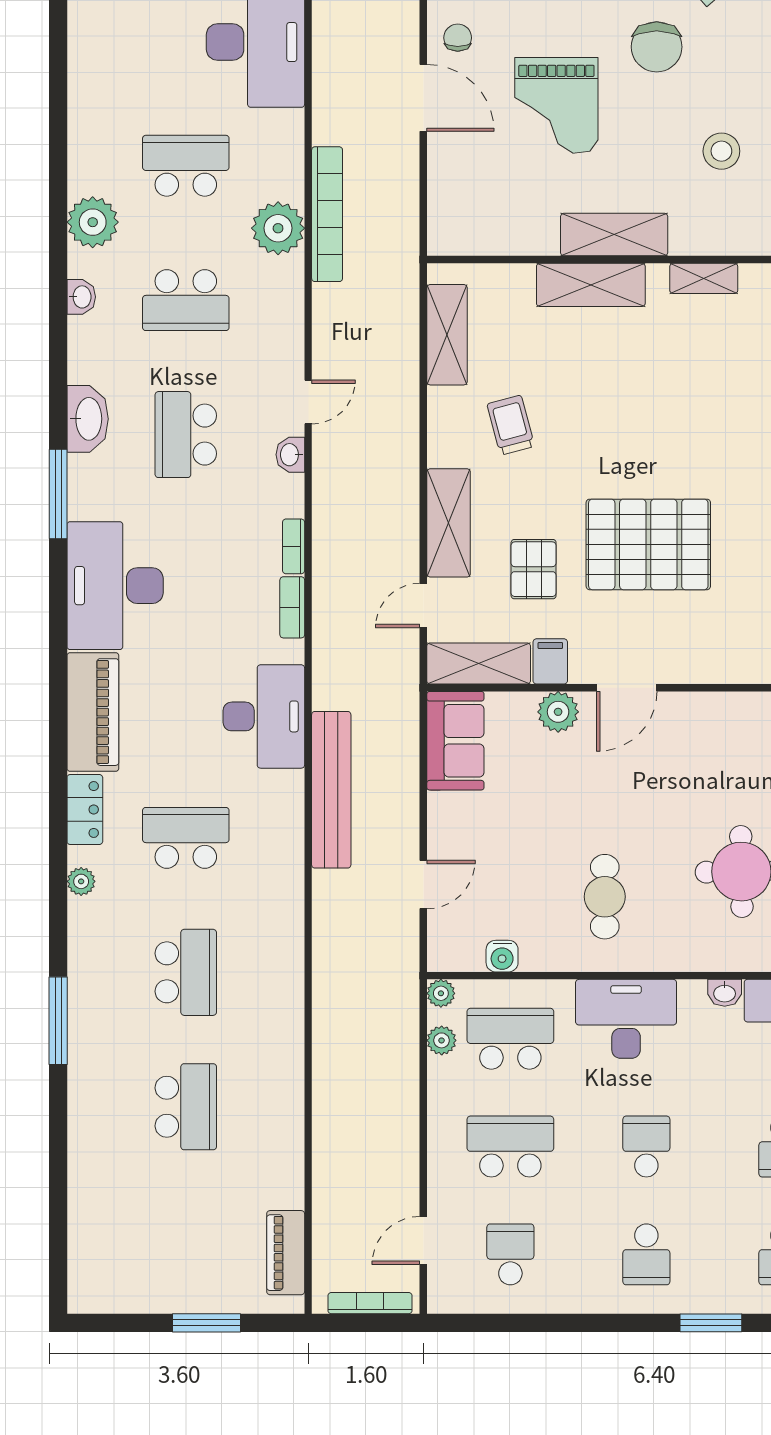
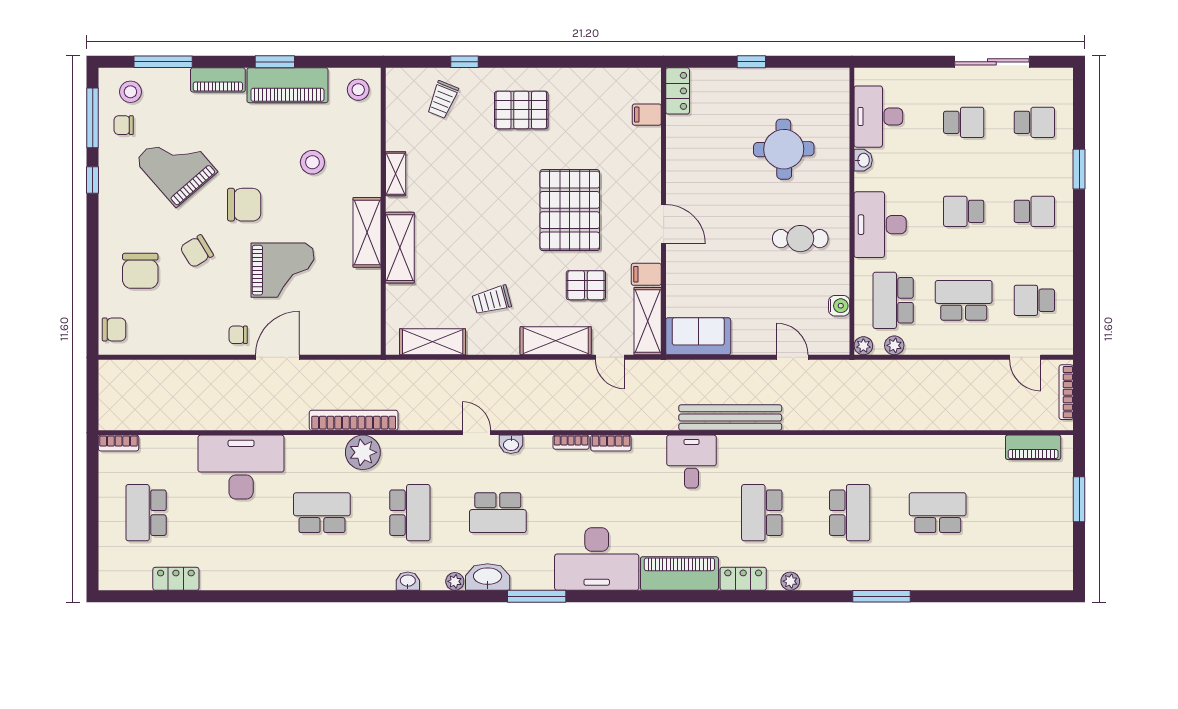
school desk: (186, 166) -> (322, 513), turned 90
plant: (93, 222) -> (455, 581), moved, width x0.53, depth x0.53
plant: (558, 712) -> (679, 269), removed
desk: (264, 716) -> (692, 462), width x0.73
school desk: (186, 972) -> (850, 513), turned 90
school desk: (510, 1147) -> (964, 300), turned 90

